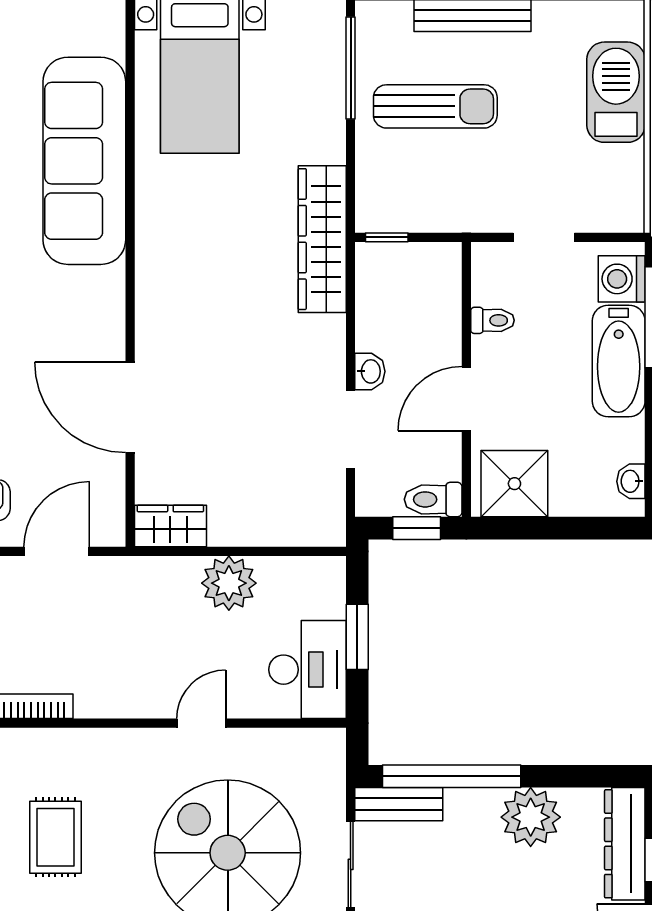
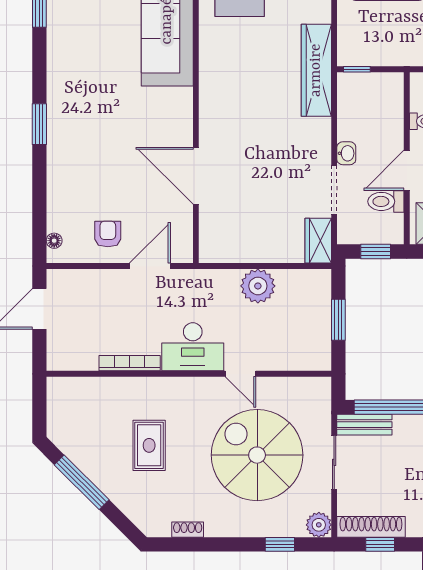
toilet: (433, 499) -> (386, 201), moved
wardrobe: (170, 526) -> (318, 241), moved, turned -90
desk: (307, 670) -> (193, 347), moved, turned 90
door: (201, 723) -> (240, 374), swing flipped

